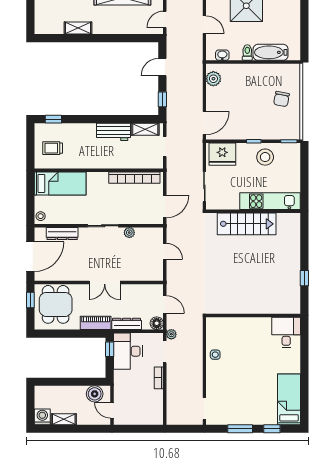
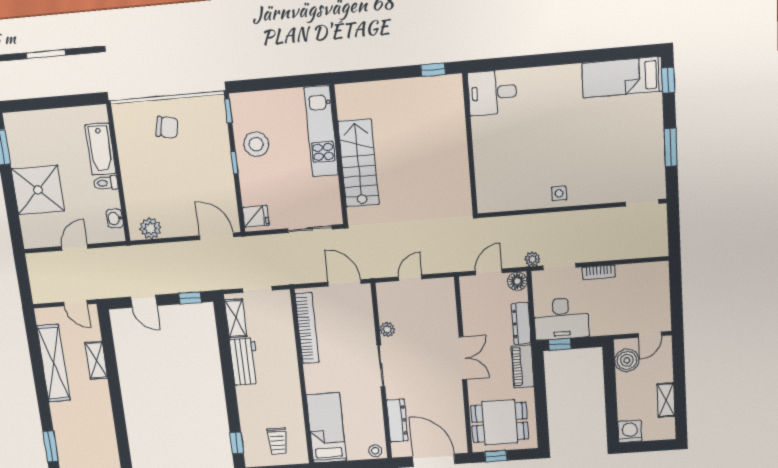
shelving: (78, 28) -> (96, 360), moved
fridge: (222, 154) -> (256, 216), width x0.53, depth x0.75
wall: (253, 315) -> (470, 144), moved
desk: (286, 332) -> (492, 93), moved
washing machine: (42, 417) -> (630, 431), moved, turned 90
window: (272, 429) -> (668, 80), moved

